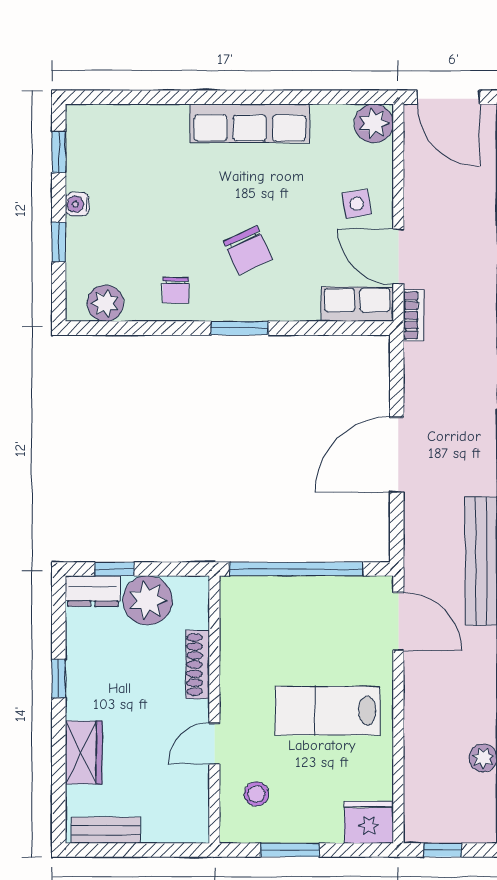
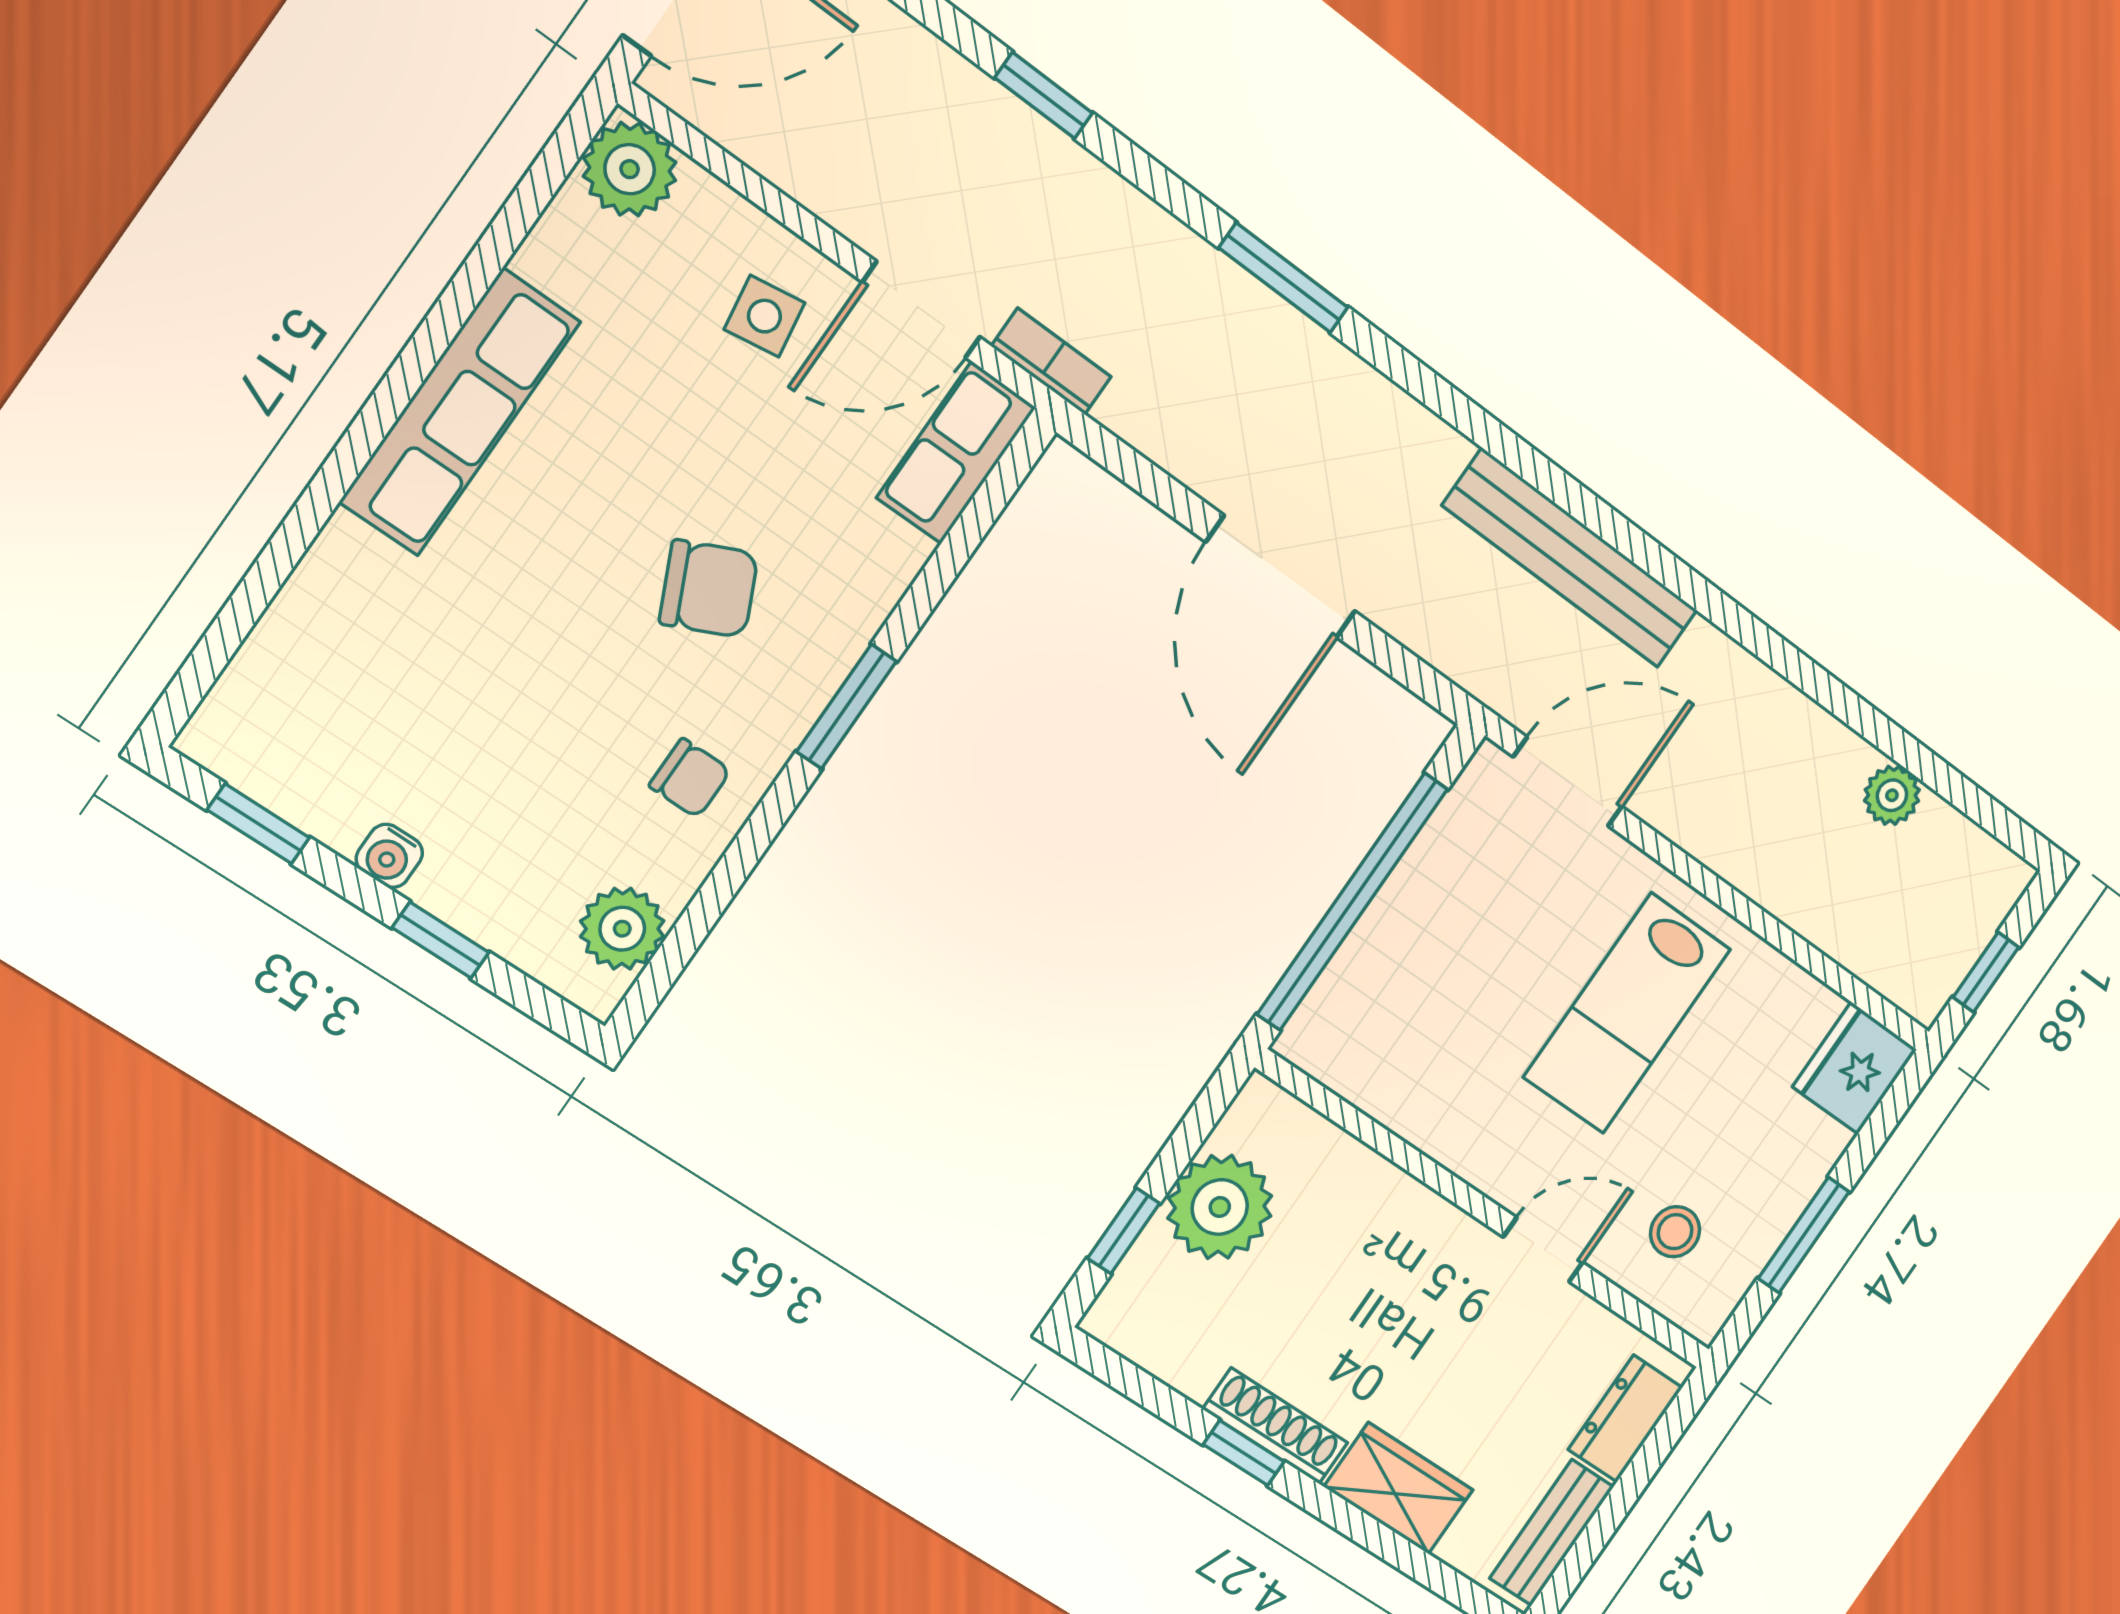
dresser: (93, 591) -> (1625, 1419), moved, turned 180
shoe rack: (198, 665) -> (1275, 1426), moved, turned 180
door: (214, 744) -> (1543, 1250), swing flipped

